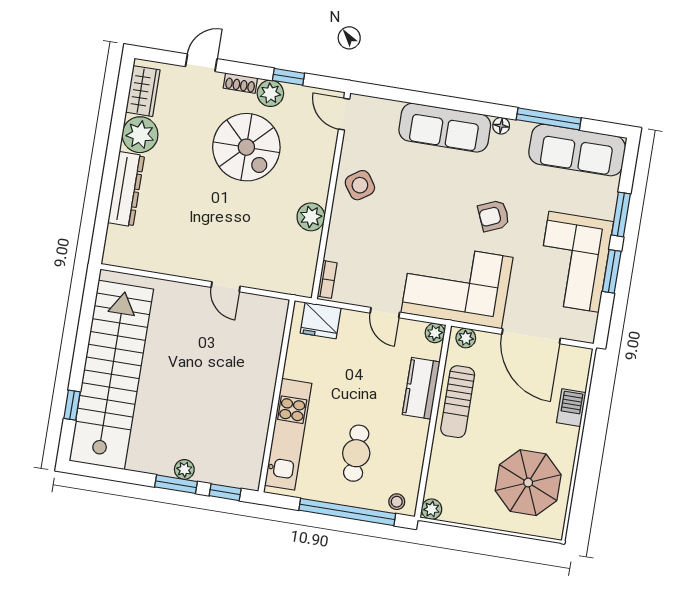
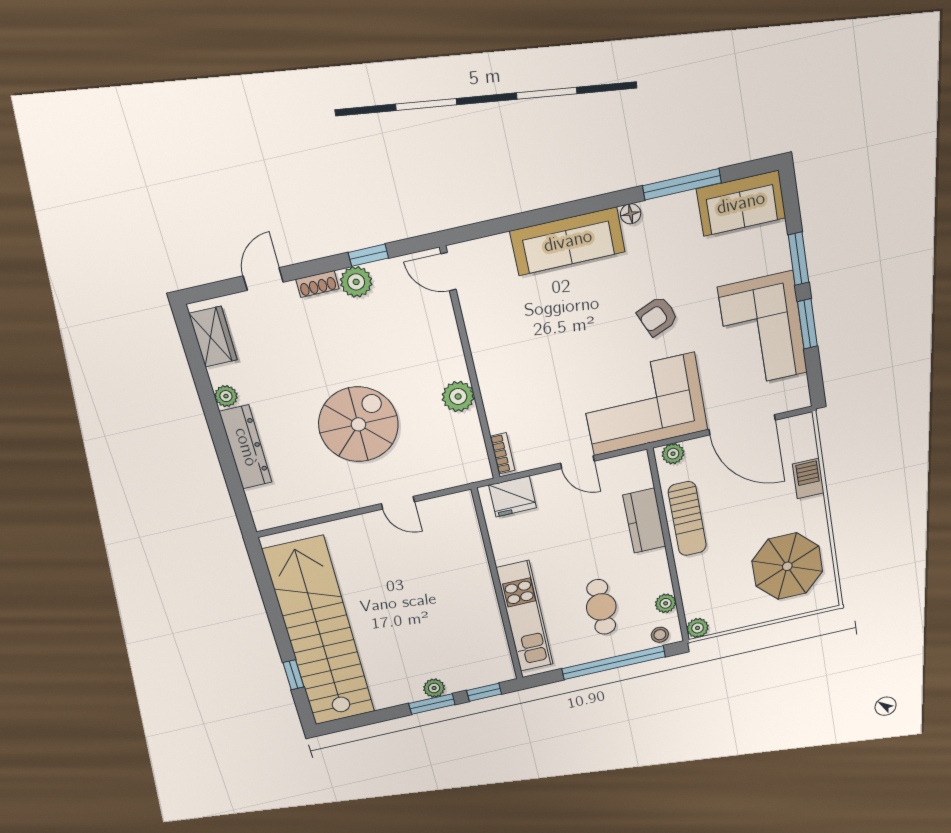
plant: (140, 135) -> (226, 396), width x0.53, depth x0.53
spiral stairs: (246, 147) -> (358, 424), moved, turned -90
sofa: (577, 150) -> (741, 203), width x0.73
side table: (360, 185) -> (498, 342), removed
plant: (435, 333) -> (666, 603), moved

